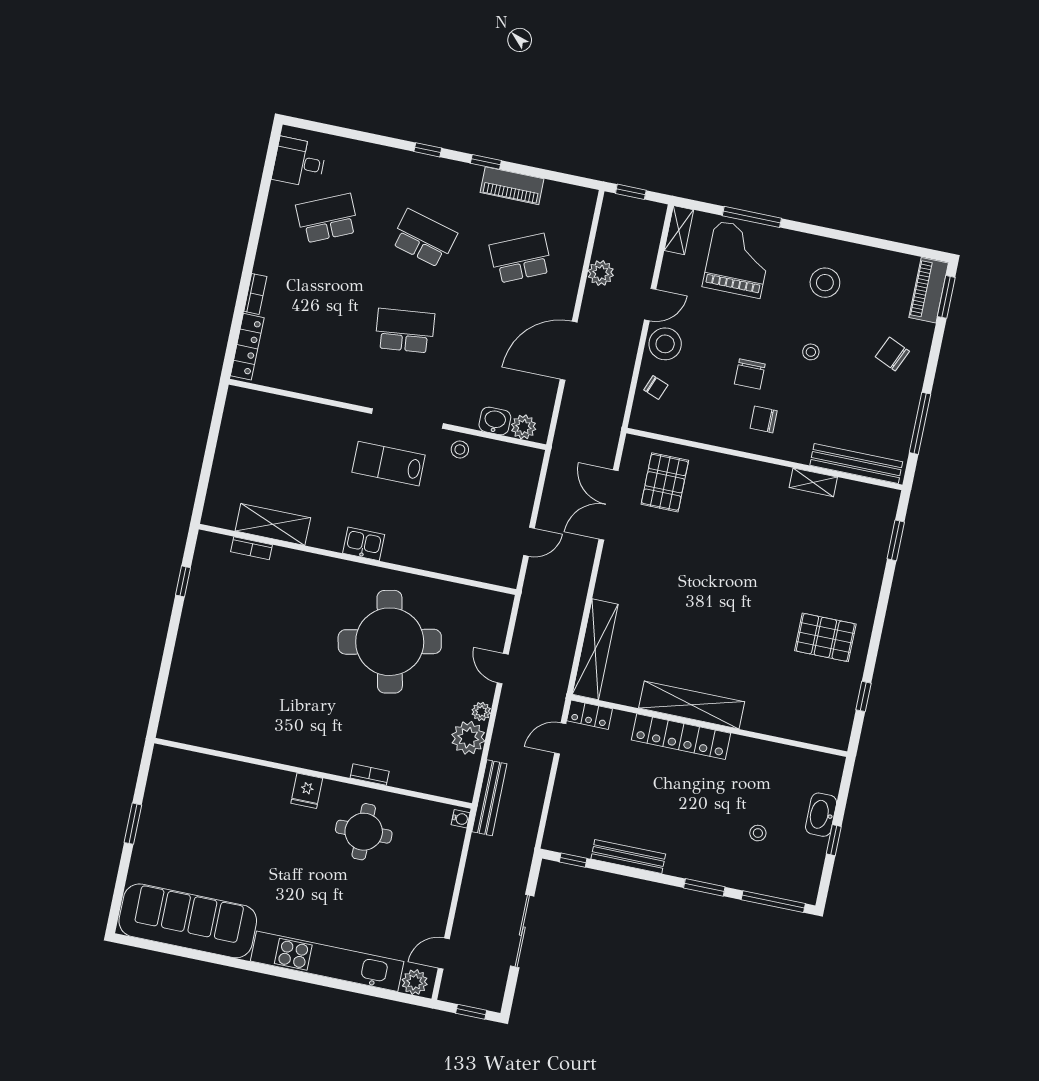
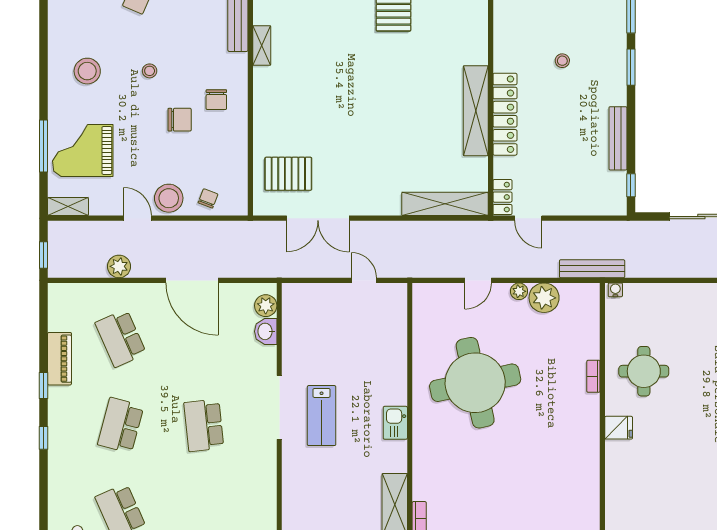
stool: (460, 449) -> (297, 357), removed
stool: (758, 833) -> (562, 61), moved

